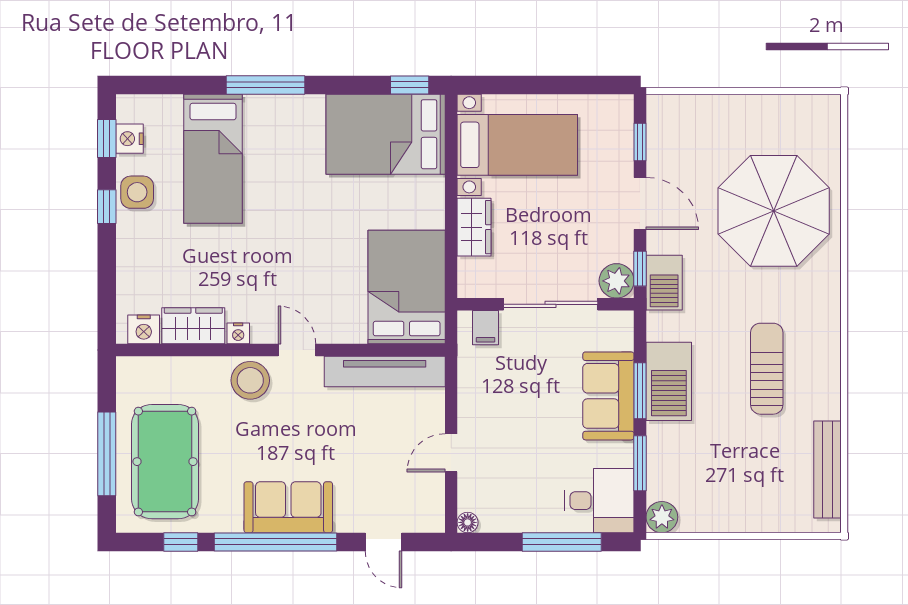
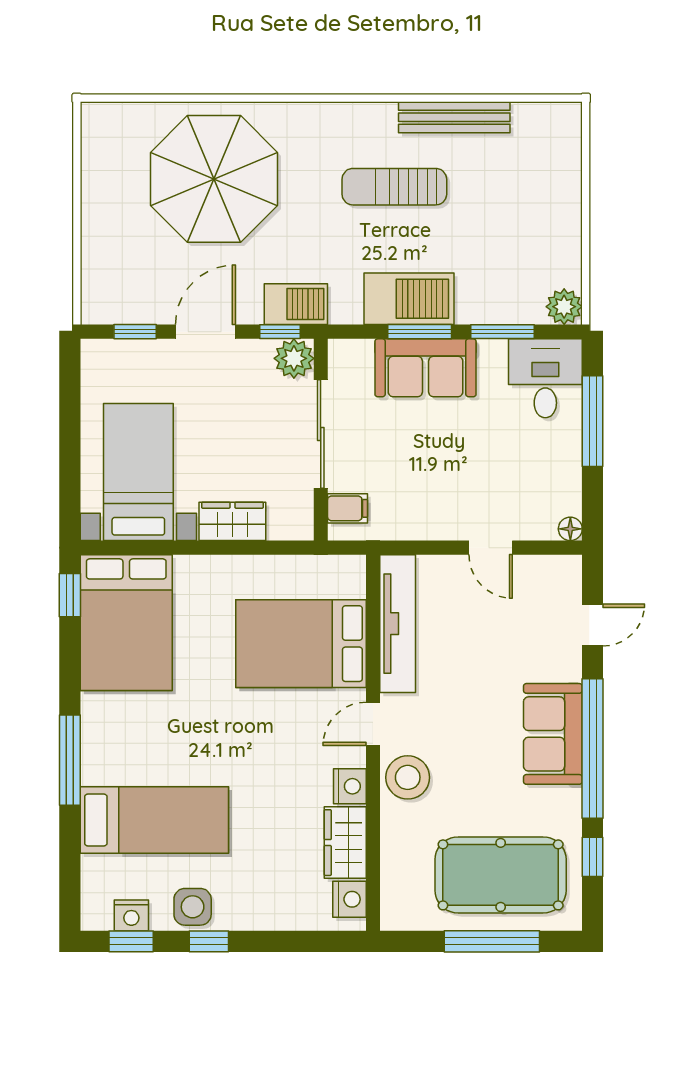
bed: (407, 287) -> (301, 644), moved
nightstand: (238, 333) -> (350, 786), width x1.39, depth x1.35
bench: (827, 469) -> (454, 117), moved

